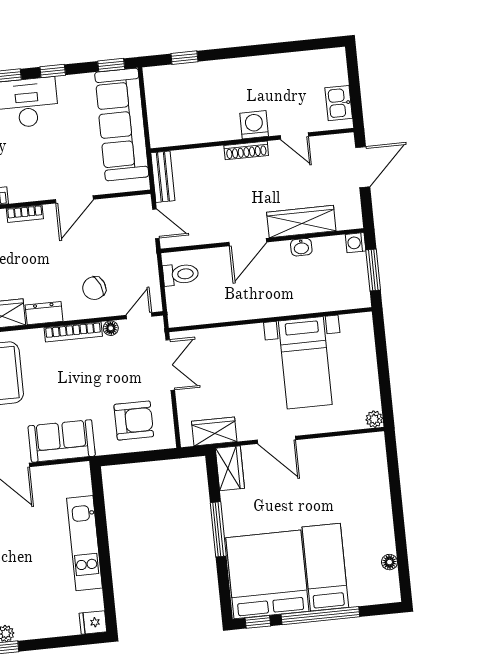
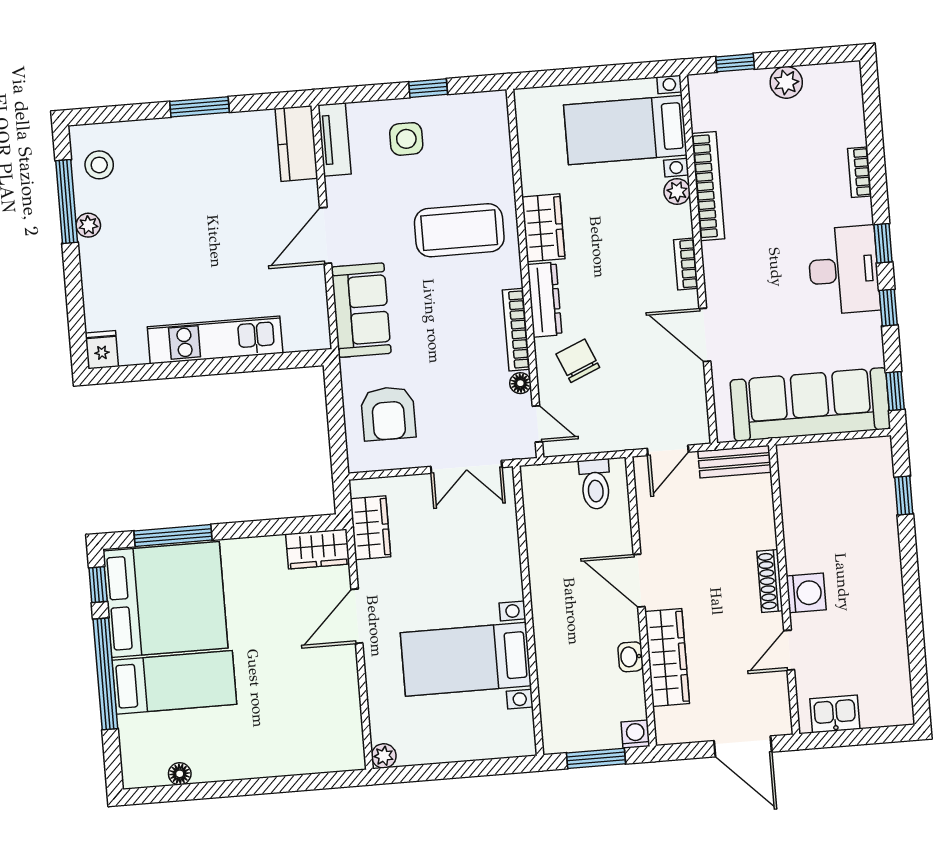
dresser: (44, 313) -> (545, 300), width x1.44
window: (218, 529) -> (173, 536), moved

